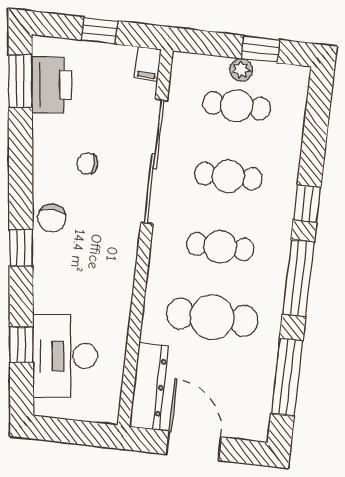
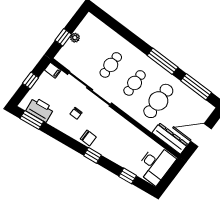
window: (260, 49) -> (63, 37), moved
cafe table: (237, 106) -> (87, 47), removed
window: (307, 204) -> (137, 42), removed
desk: (65, 356) -> (156, 165), moved, turned -83

